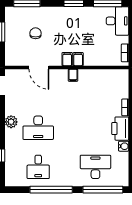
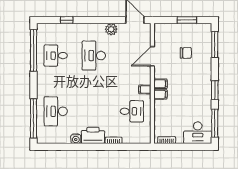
desk: (95, 89) -> (132, 111), added
plant: (11, 122) -> (111, 29), moved
desk: (95, 167) -> (56, 111), turned 180
window: (51, 190) -> (34, 50), moved

